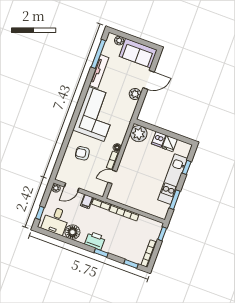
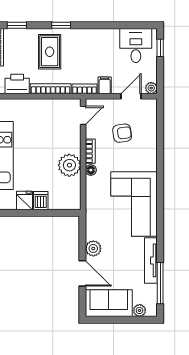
door: (149, 80) -> (82, 273), swing flipped
plant: (139, 134) -> (69, 165), moved
armchair: (82, 153) -> (122, 133), moved
door: (112, 177) -> (83, 115), moved
floor lamp: (72, 232) -> (108, 38), removed
rug: (116, 238) -> (50, 52), added
printer: (95, 241) -> (17, 84), moved, turned 180

